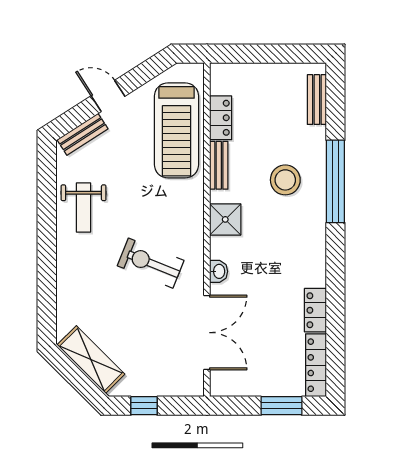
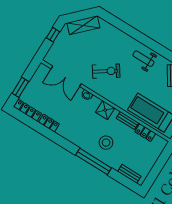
exercise bike: (151, 263) -> (106, 71), turned 34

